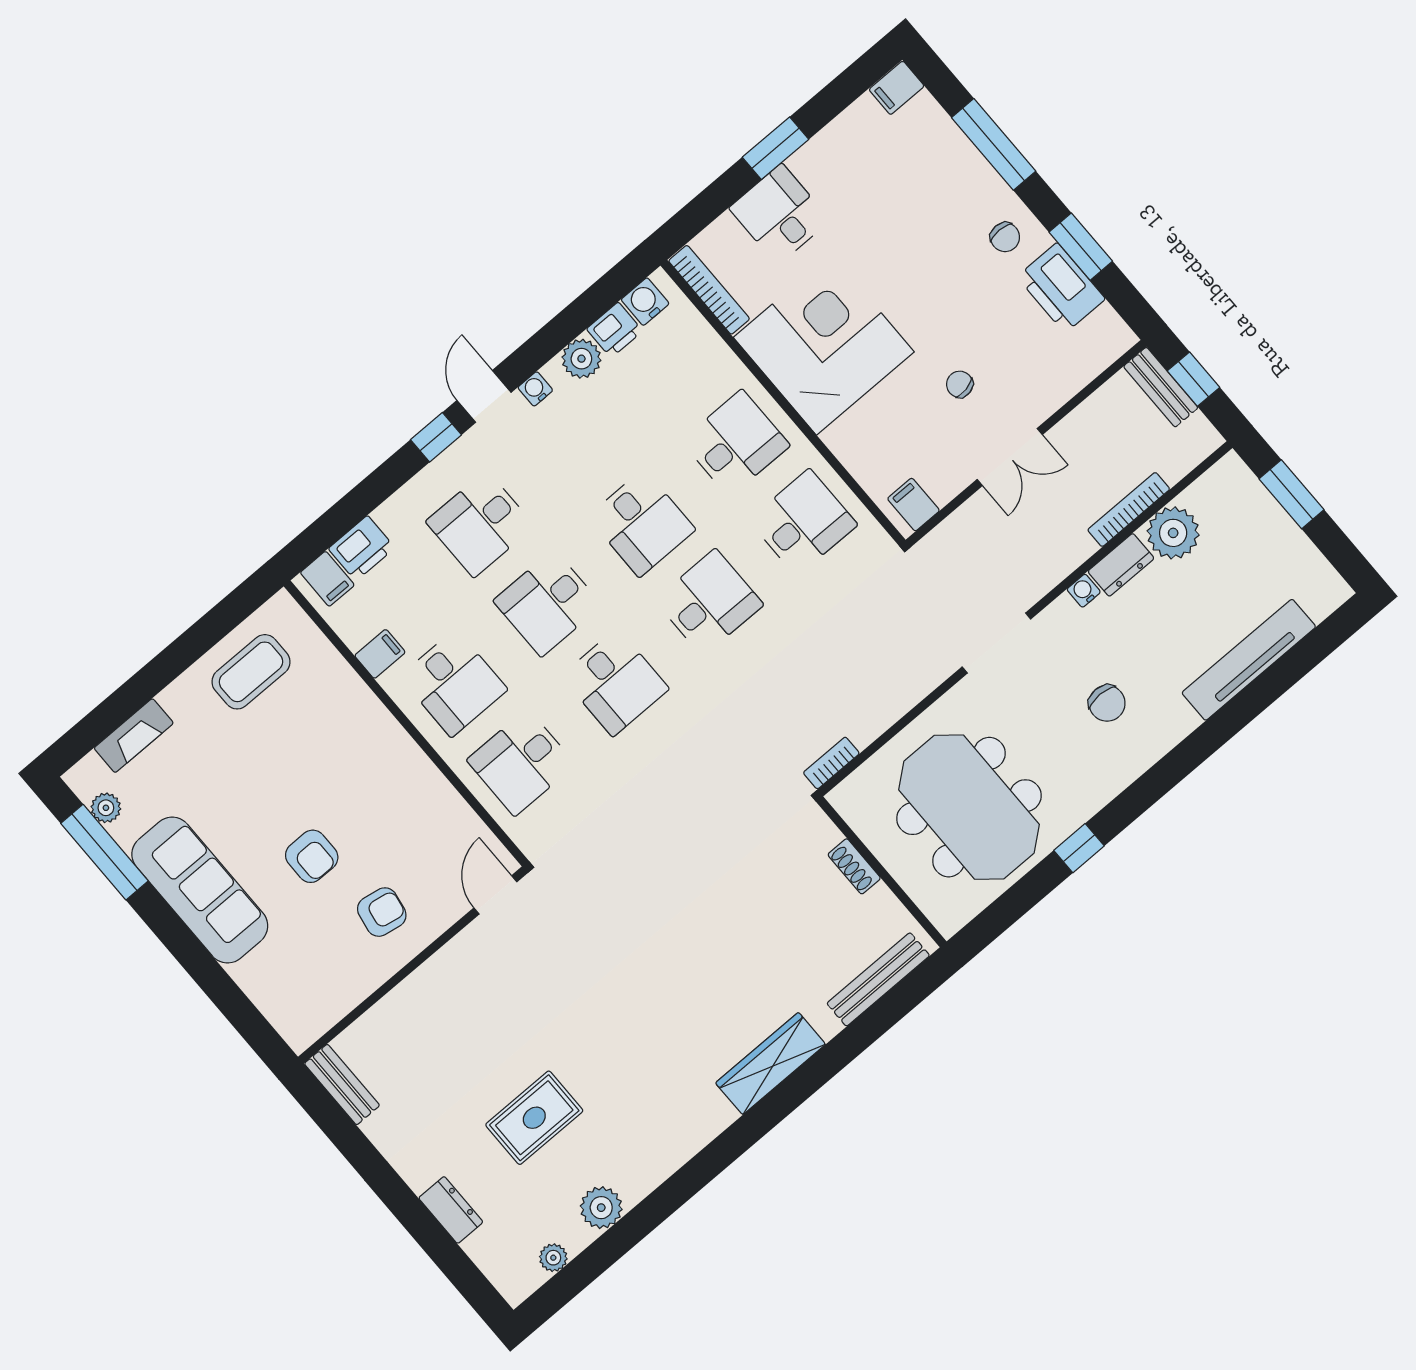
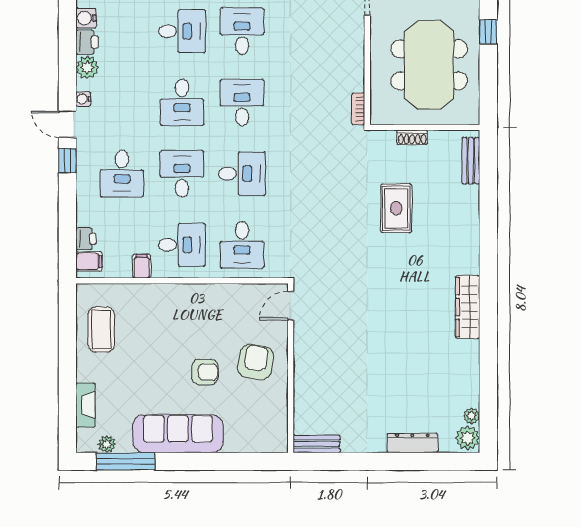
desk: (736, 443) -> (182, 31), turned 90
desk: (642, 523) -> (182, 102), turned 90
printer: (362, 548) -> (86, 239), width x0.73, depth x0.81
desk: (548, 603) -> (182, 174), turned 180
meeting table: (969, 807) -> (429, 65), turned 90
door: (495, 895) -> (291, 306), hinge flipped
armchair: (382, 912) -> (256, 362), width x1.38, depth x1.38
bench: (878, 979) -> (471, 161), width x0.73
wardrobe: (771, 1064) -> (468, 307), moved
rug: (534, 1118) -> (396, 208), moved
plant: (601, 1208) -> (468, 438), moved
dresser: (451, 1210) -> (412, 443), width x1.44

